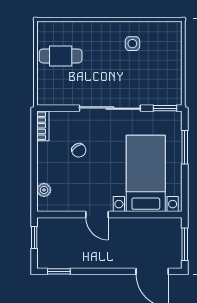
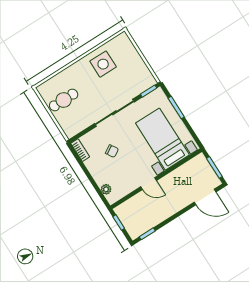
side table: (132, 44) -> (103, 64), width x1.87, depth x1.87

